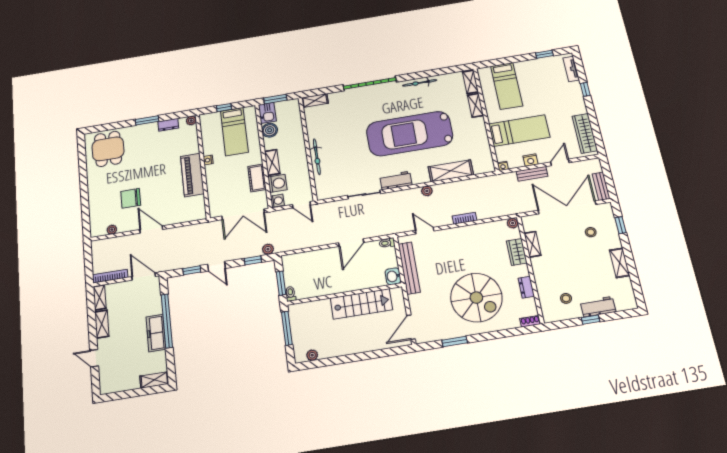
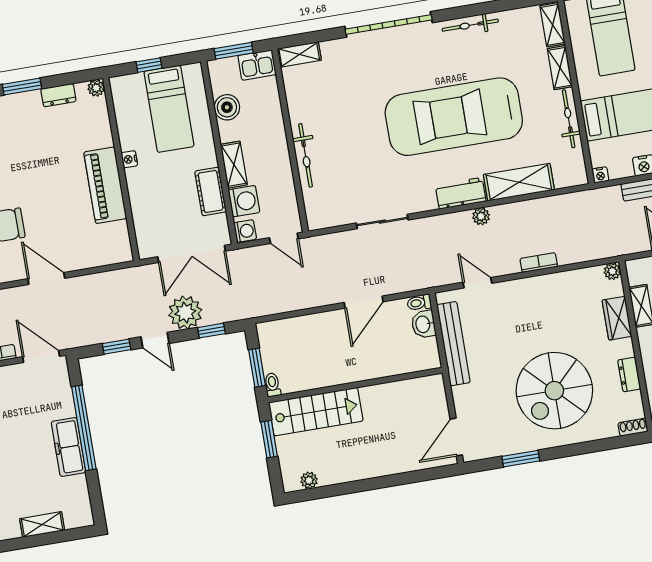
kitchen sink: (267, 113) -> (257, 65), moved, turned 90
bicycle: (482, 134) -> (569, 119), added
workbench: (396, 180) -> (461, 193), moved
plant: (268, 249) -> (185, 313), moved, width x1.87, depth x1.87
washbasin: (393, 276) -> (423, 324), moved
spiral stairs: (476, 298) -> (554, 391), turned 90
stairs: (361, 304) -> (316, 412), moved
window: (287, 328) -> (269, 439), width x0.69
shelving: (154, 380) -> (42, 525), moved

